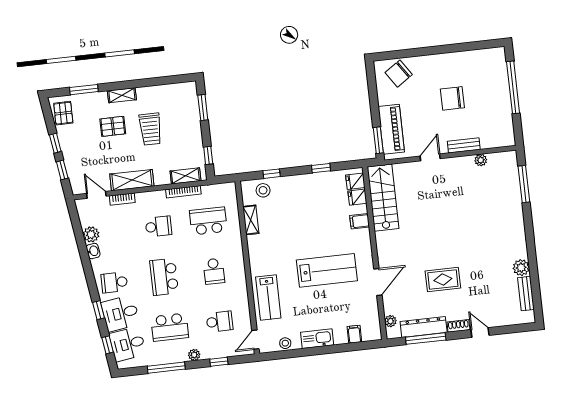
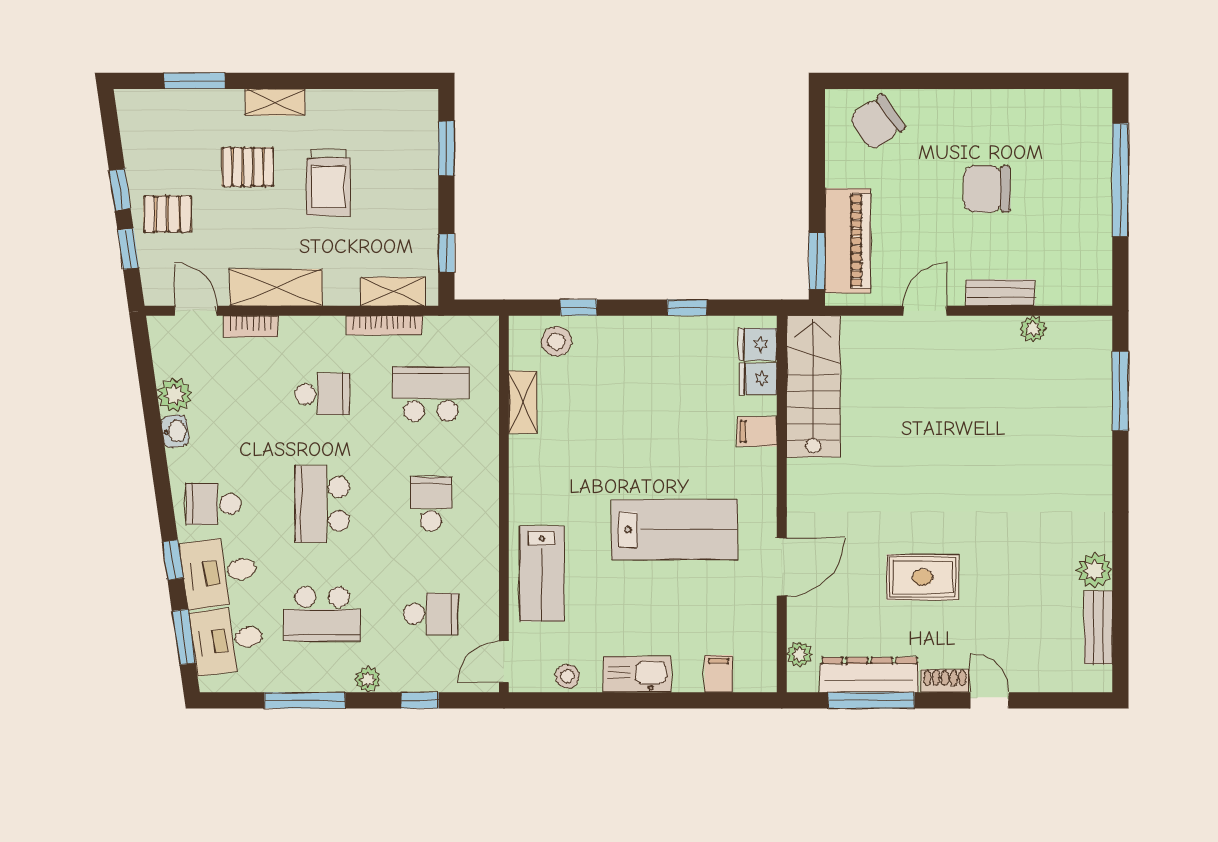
pallet: (63, 113) -> (168, 214), moved, turned 90
school desk: (214, 271) -> (431, 504), turned 180
window: (108, 345) -> (184, 637), width x1.50

